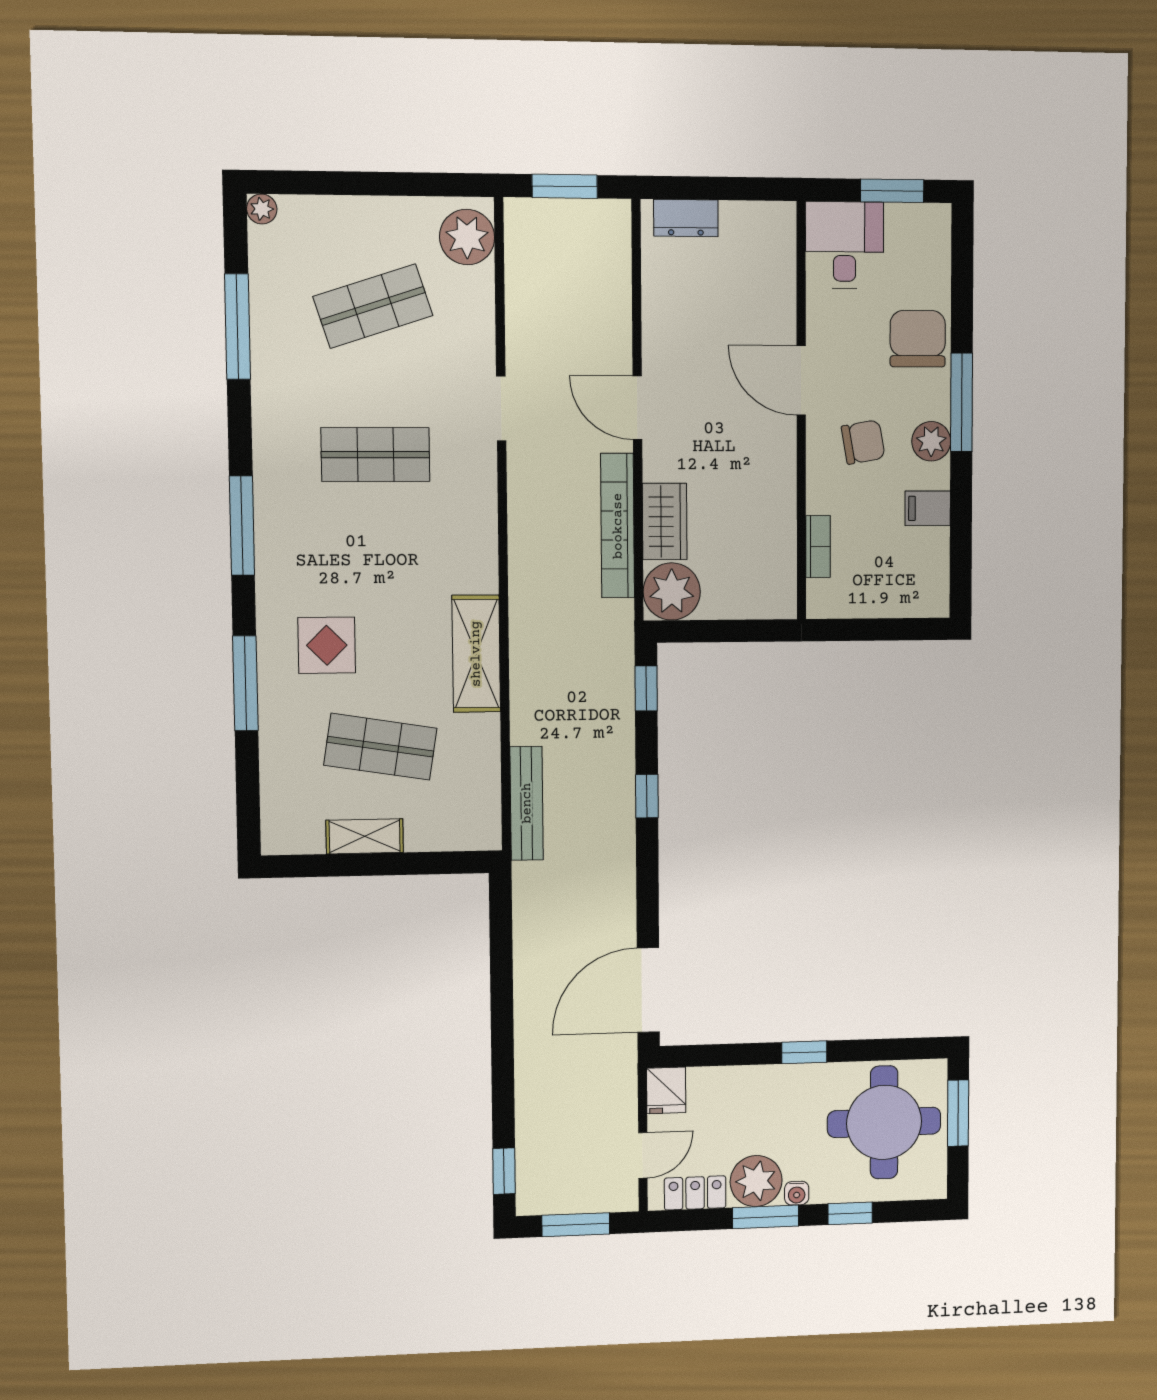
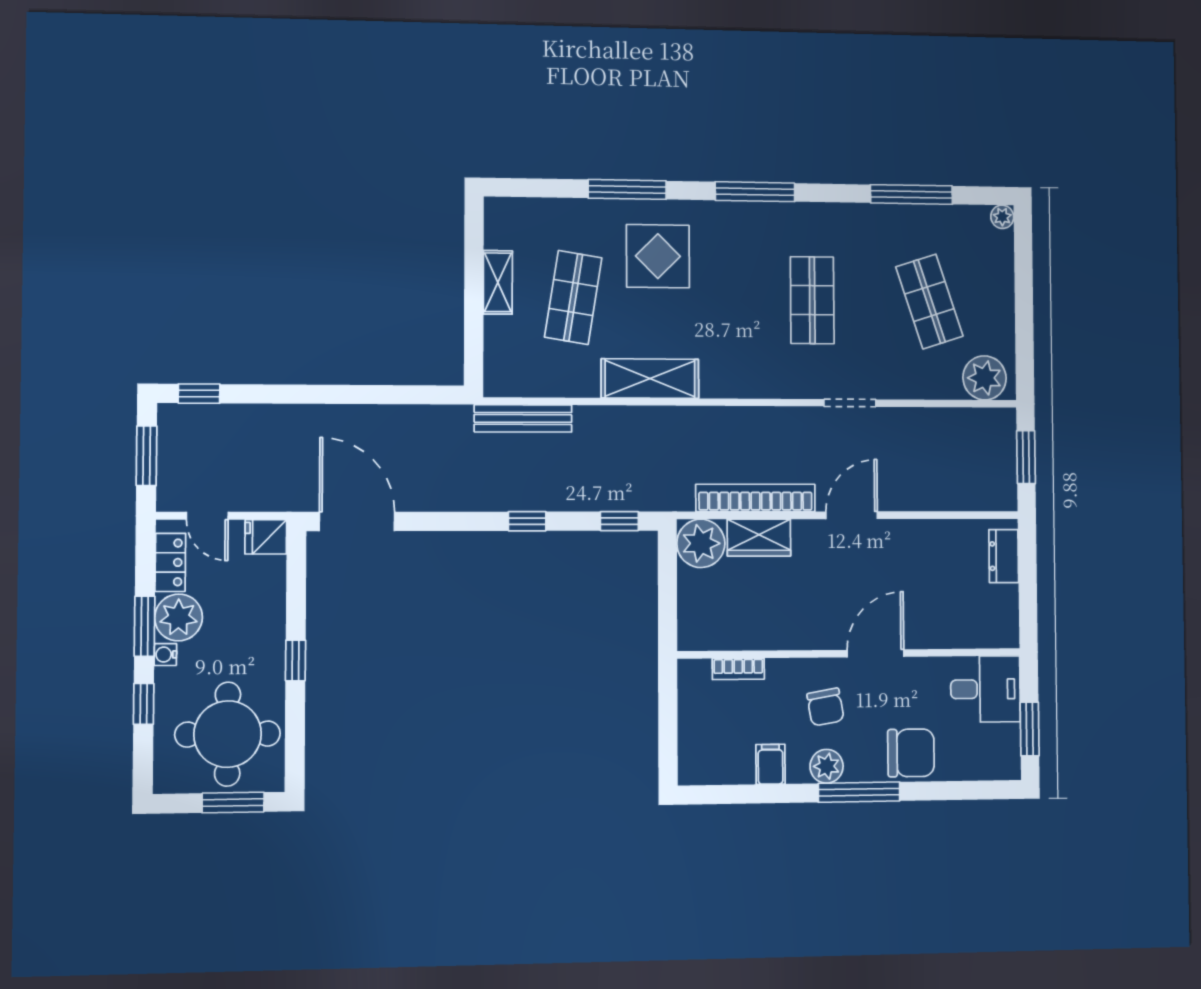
display table: (327, 645) -> (658, 256), width x1.36, depth x1.36

